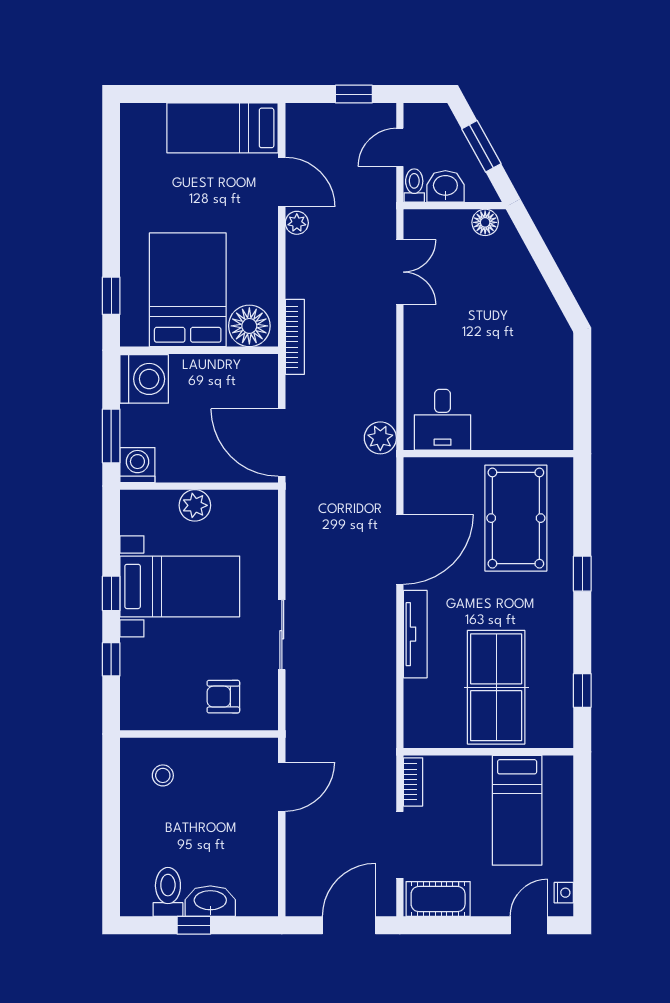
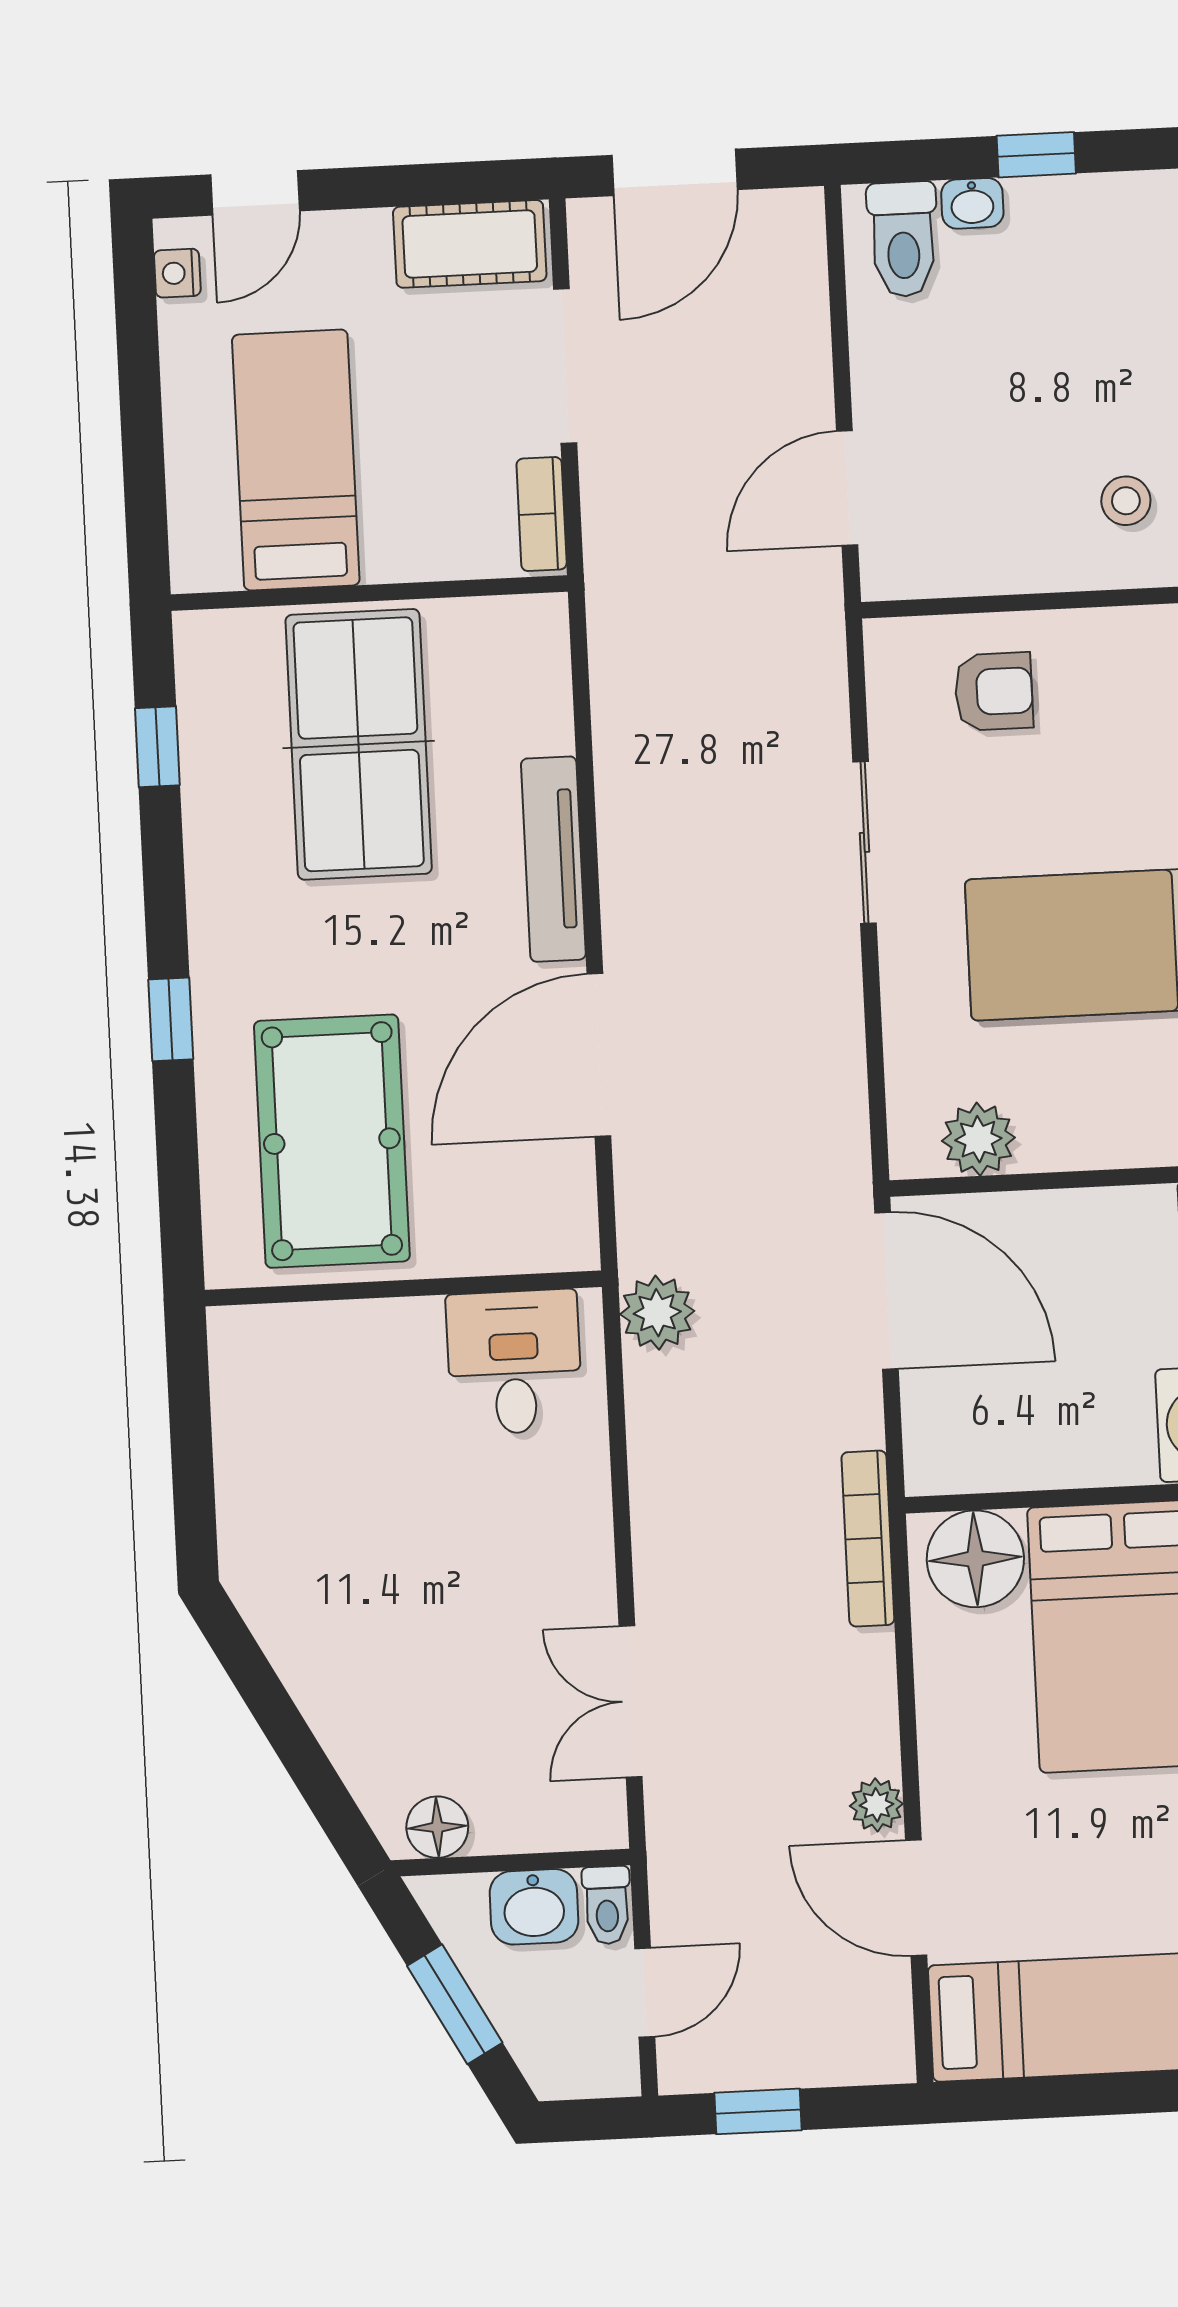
plant: (195, 505) -> (978, 1139), moved
toilet: (168, 892) -> (903, 239), moved
washbasin: (210, 901) -> (972, 203), width x0.52, depth x0.69

